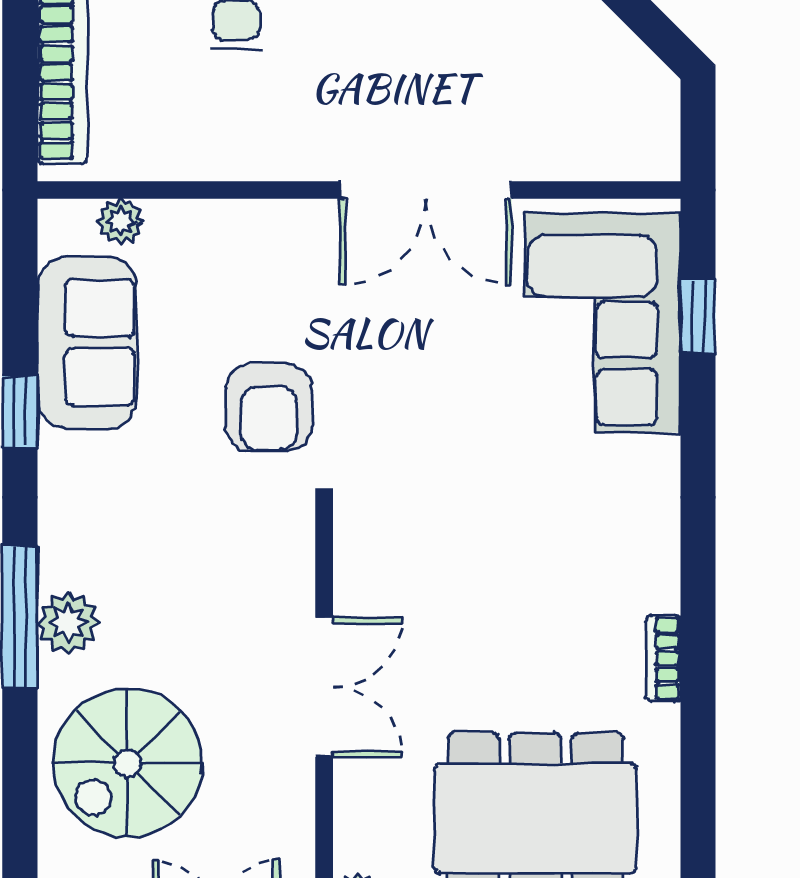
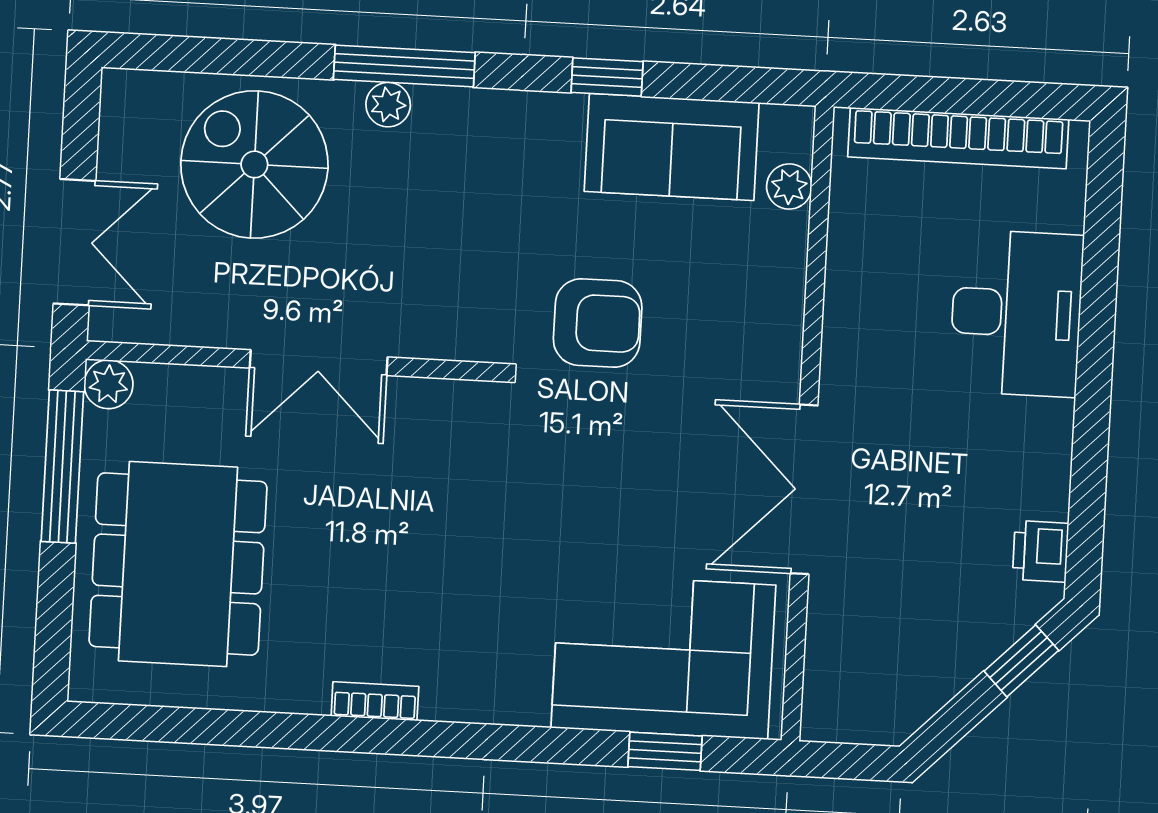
armchair: (269, 408) -> (598, 323), turned 180
plant: (68, 623) -> (388, 105), width x0.73, depth x0.73
bookcase: (663, 658) -> (375, 701), moved

